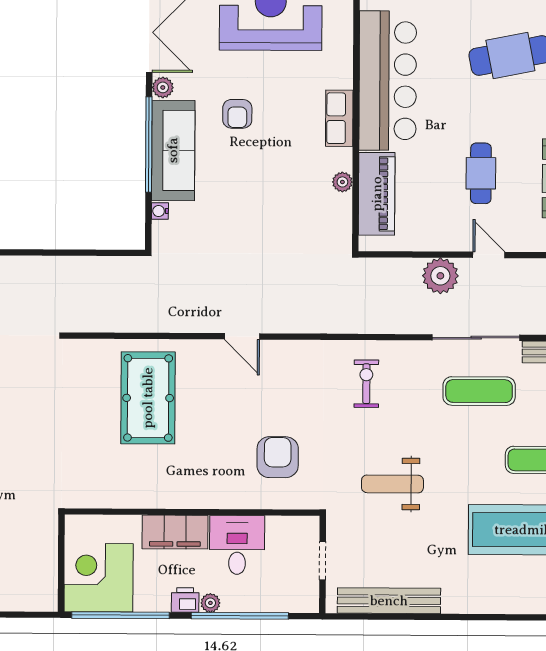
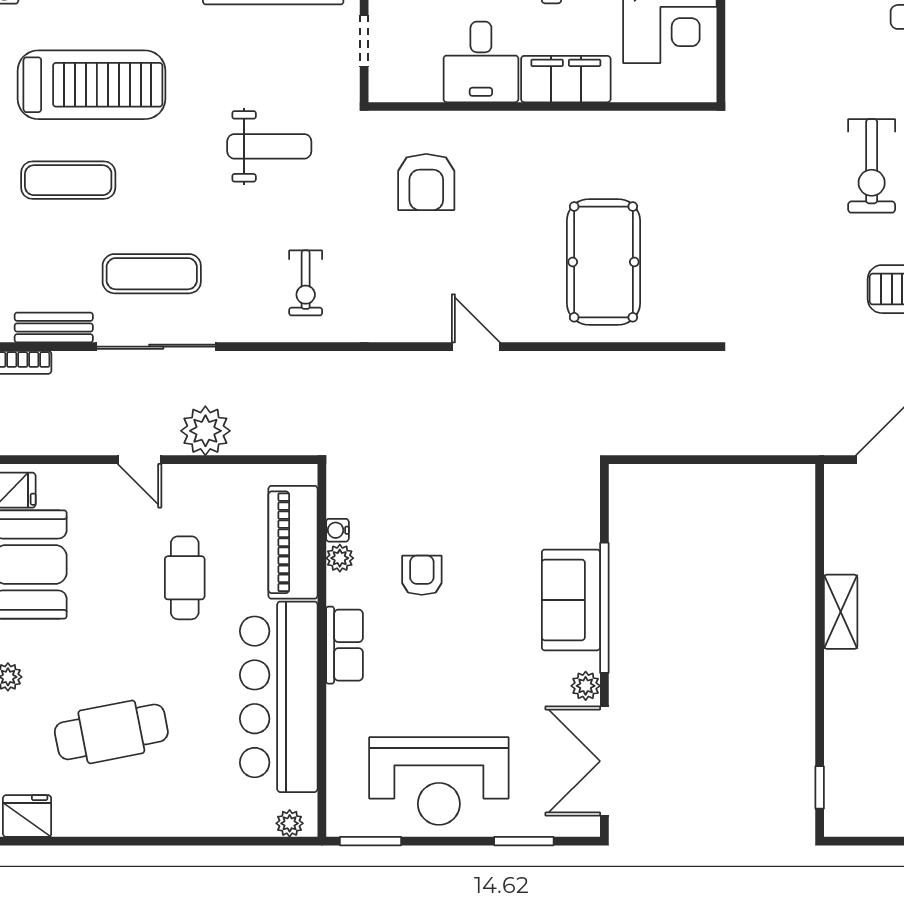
armchair: (237, 114) -> (422, 575), moved
sofa: (173, 150) -> (571, 600), width x0.73
cafe table: (481, 173) -> (185, 578), moved
water cooler: (160, 211) -> (337, 530), moved, turned 180

